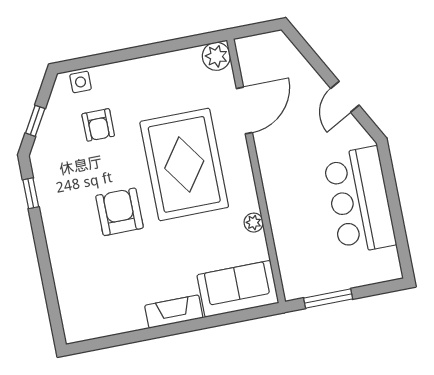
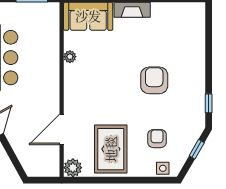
rug: (184, 164) -> (111, 149), moved, width x0.73, depth x0.69
armchair: (119, 212) -> (154, 80), turned 180

